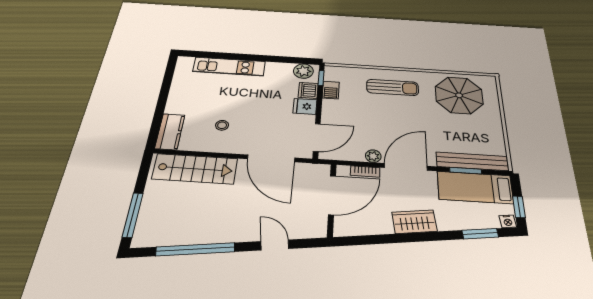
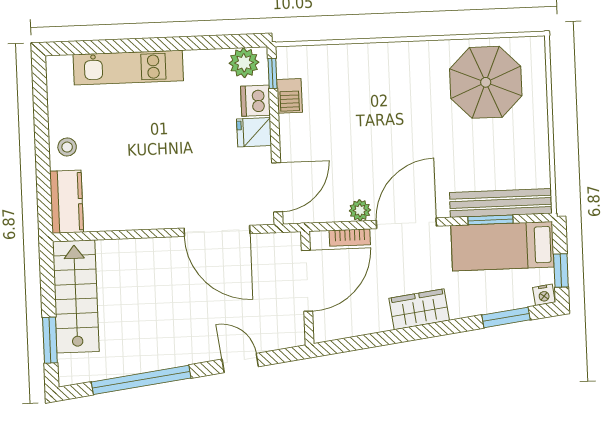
sun lounger: (392, 87) -> (383, 79), removed
stool: (222, 125) -> (67, 147), moved
stairs: (195, 169) -> (76, 296), moved, turned -90
window: (133, 215) -> (50, 340), width x0.69

